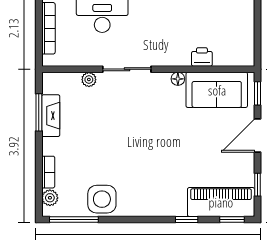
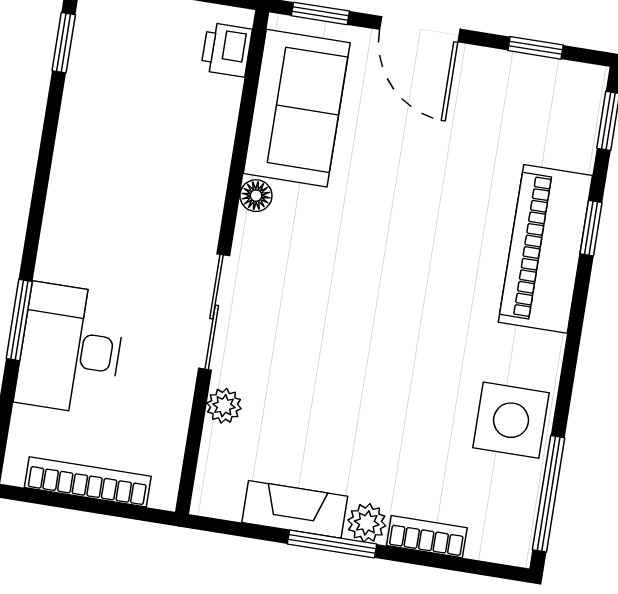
printer: (202, 57) -> (226, 50), moved
window: (39, 112) -> (332, 544), moved
plant: (50, 198) -> (367, 523), moved
piano: (221, 202) -> (545, 249), moved

